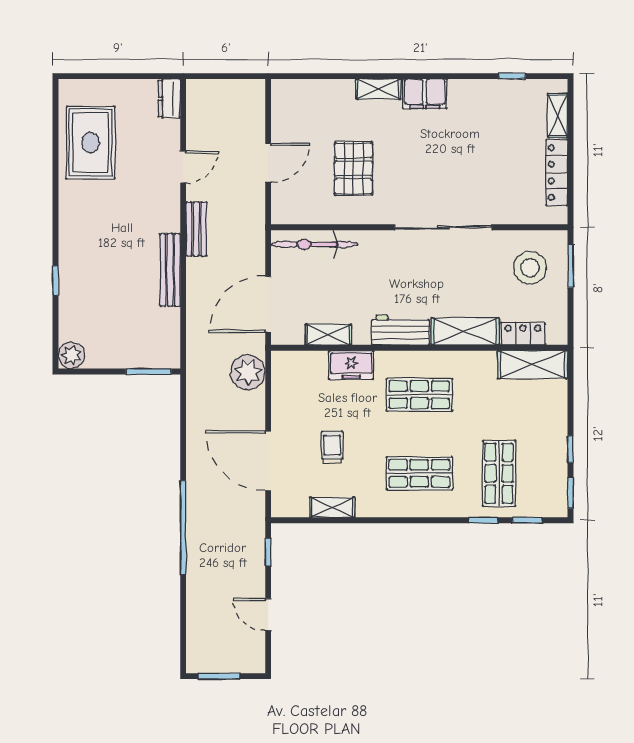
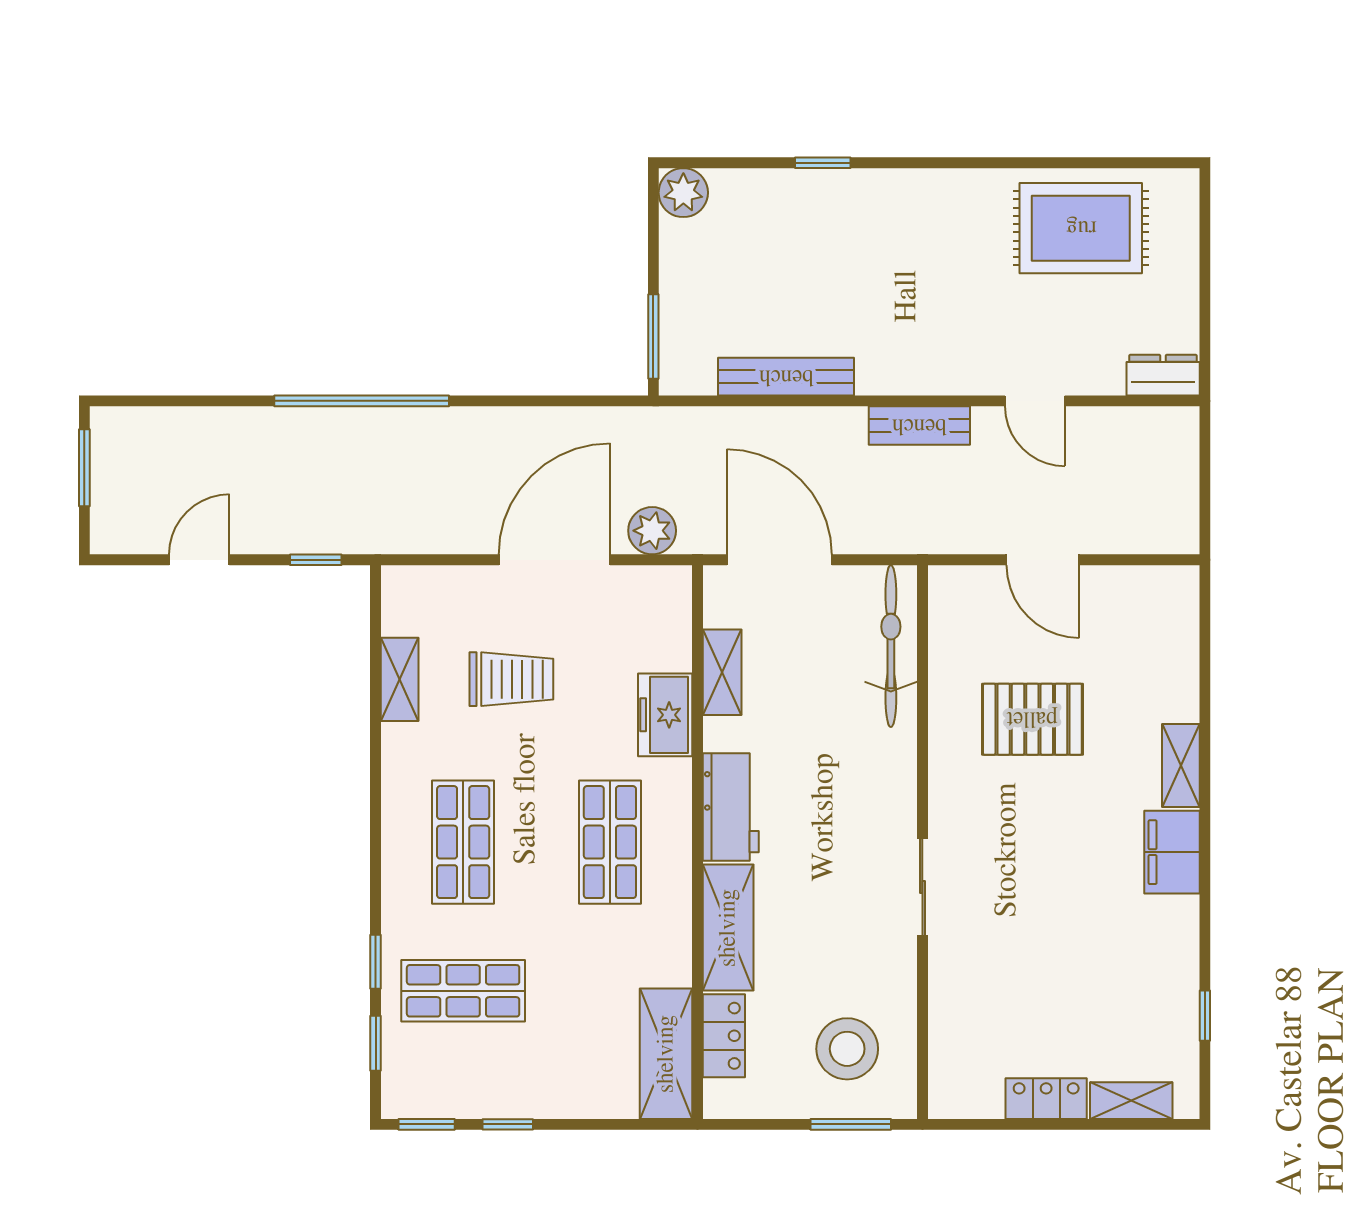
locker: (557, 173) -> (1046, 1099), width x0.66
sliding door: (443, 227) -> (922, 887), width x0.54
bench: (170, 270) -> (786, 377), moved
plant: (248, 372) -> (652, 531), width x0.73, depth x0.73
trolley: (332, 447) -> (511, 679), width x1.36, depth x1.39
door: (268, 461) -> (554, 560), moved

